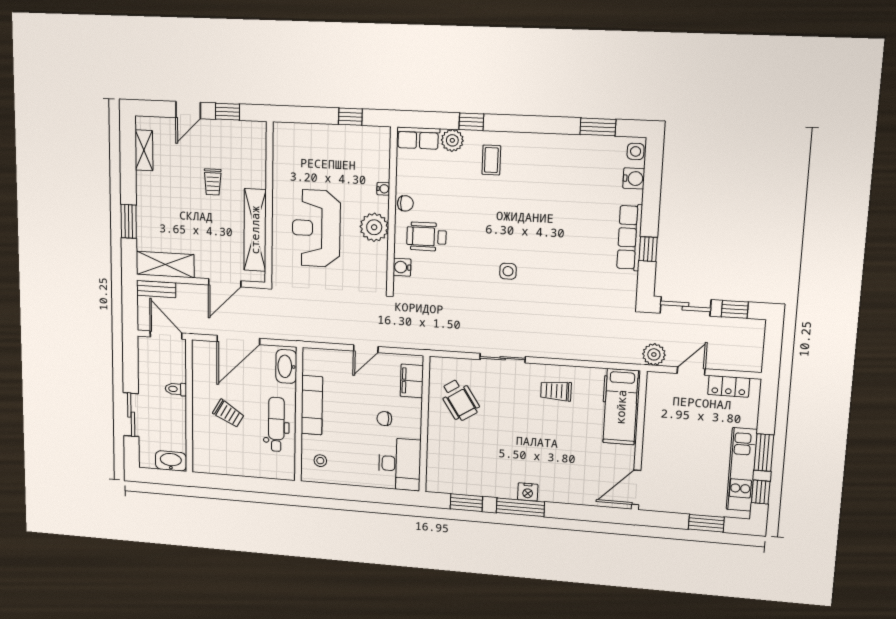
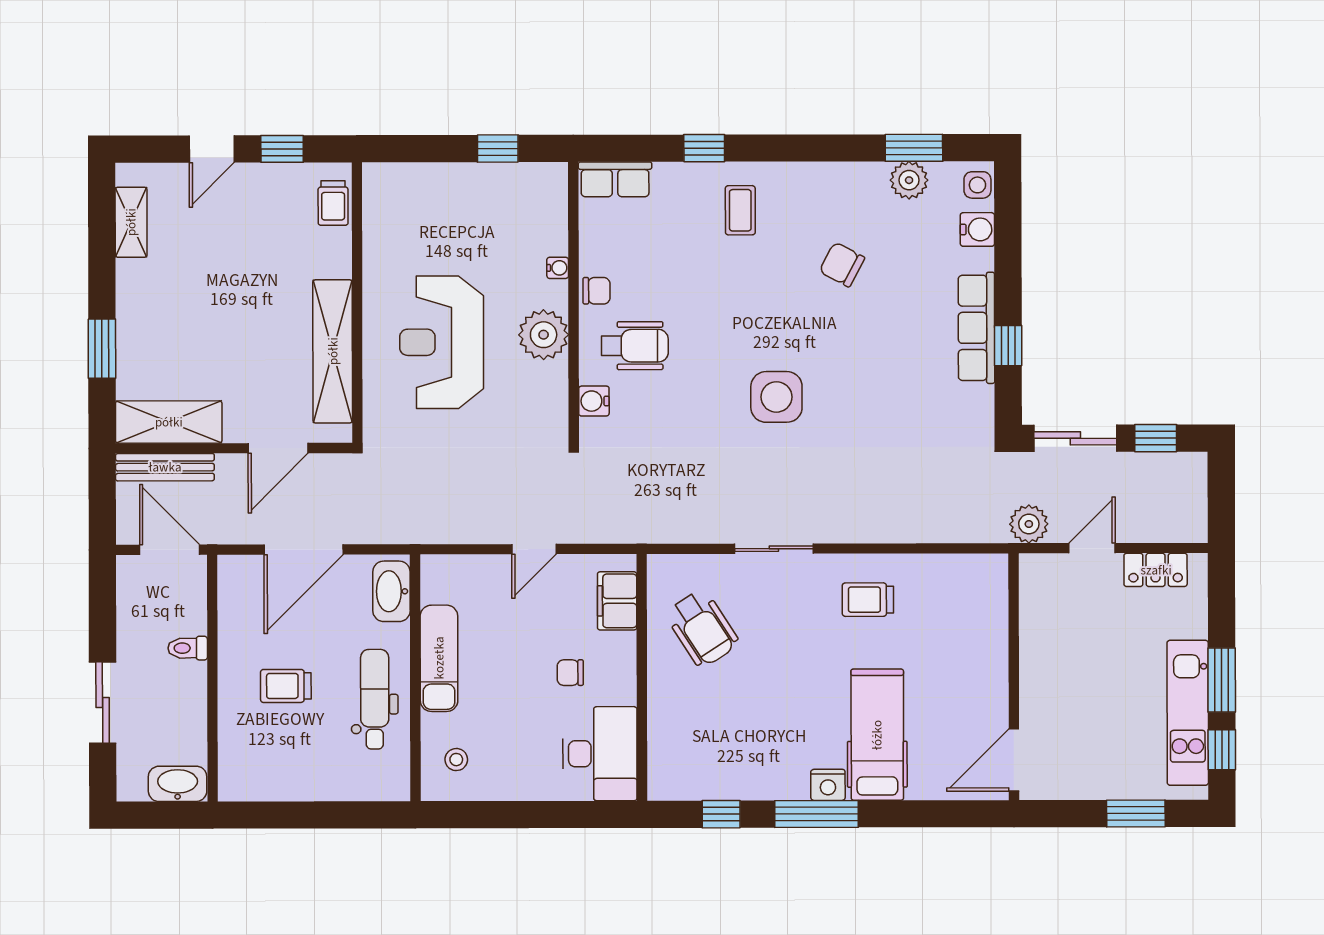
plant: (452, 140) -> (909, 180), moved
trolley: (213, 182) -> (333, 203), moved
chair: (551, 195) -> (842, 264), added
wheelchair: (426, 237) -> (635, 346), turned 180
side table: (508, 271) -> (776, 397), width x1.87, depth x1.87
bench: (156, 289) -> (165, 467), width x1.36
hospital bed: (621, 407) -> (877, 735), moved, turned 180
trolley: (228, 414) -> (286, 686), turned 150
window: (466, 503) -> (721, 814), width x0.67

